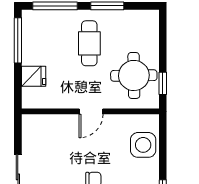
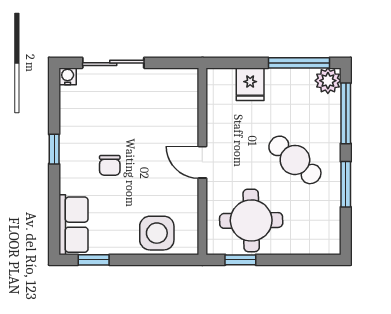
plant: (31, 19) -> (328, 81), added
cafe table: (89, 43) -> (295, 160), turned 41

